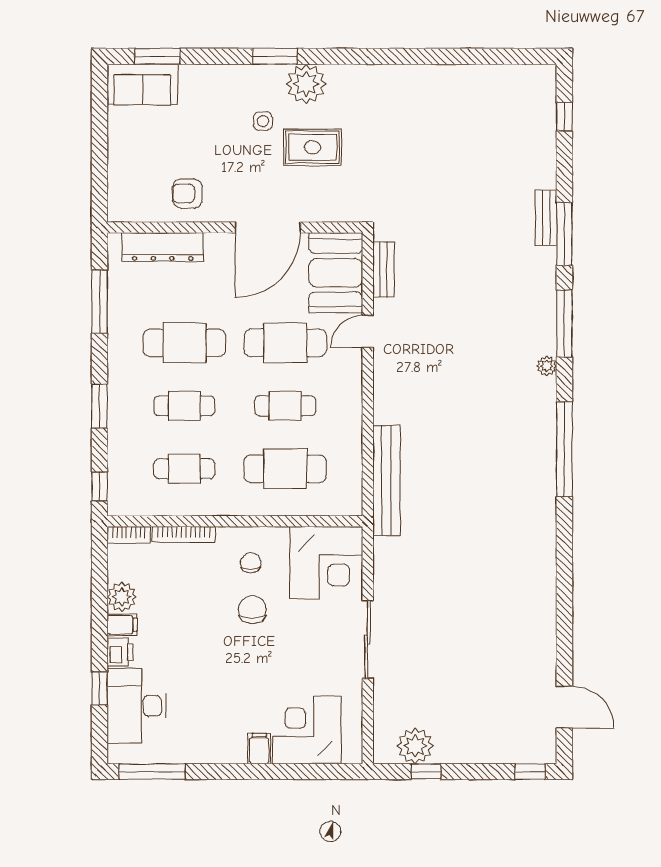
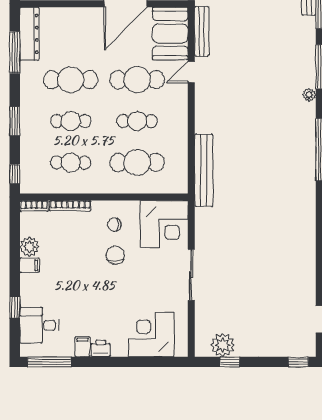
dresser: (163, 247) -> (29, 34), moved, turned -90
bench: (383, 270) -> (202, 31), width x1.36
chair: (251, 563) -> (114, 224), turned -90
printer: (120, 652) -> (101, 348), moved, turned -90
desk: (137, 706) -> (39, 325), width x0.73
filing cabinet: (259, 749) -> (82, 347), moved

